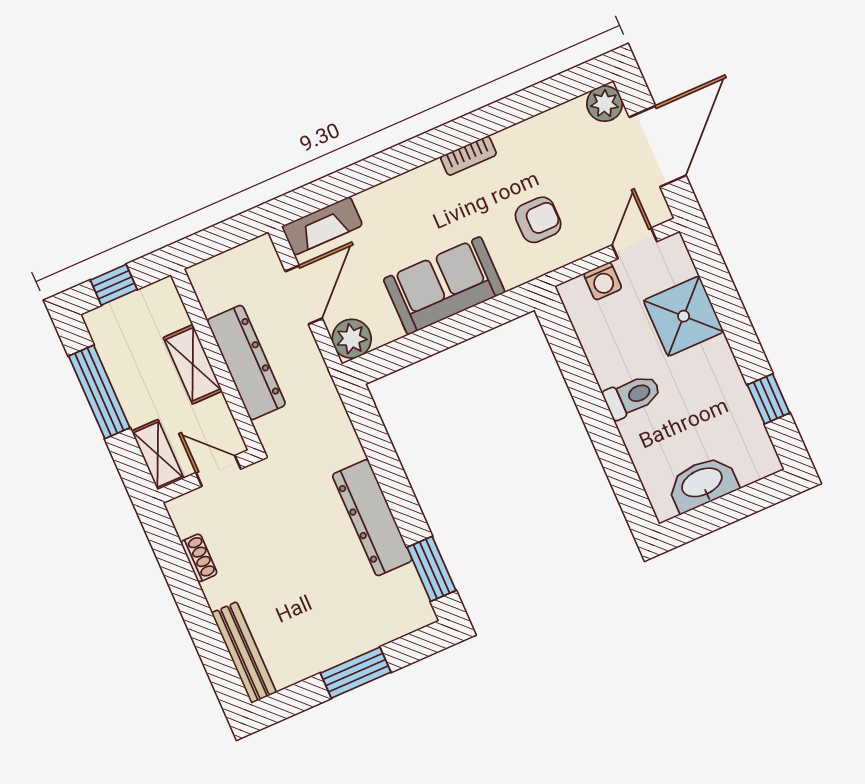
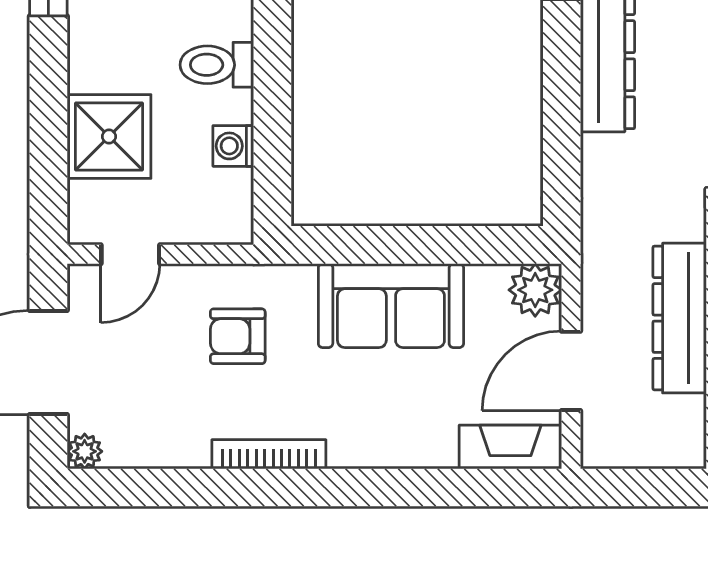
plant: (605, 104) -> (85, 451), width x0.73, depth x0.73
bookcase: (468, 156) -> (269, 454), width x1.56
washing machine: (603, 281) -> (233, 146), moved, turned -90

